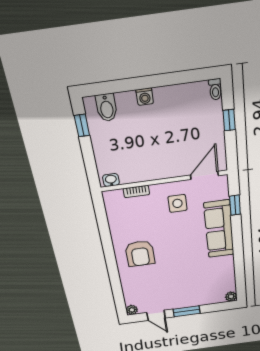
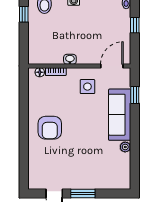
washbasin: (111, 180) -> (70, 59), moved
floor lamp: (117, 195) -> (40, 72), added
plant: (231, 297) -> (125, 147), moved
plant: (132, 310) -> (33, 184), removed

